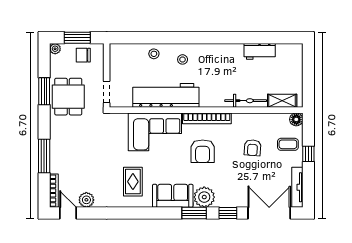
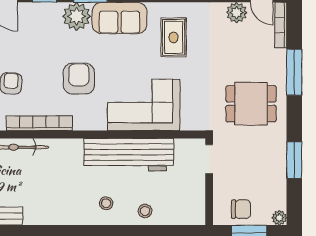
dining table: (68, 97) -> (251, 104), moved, turned 90
bookcase: (207, 118) -> (39, 123), moved

